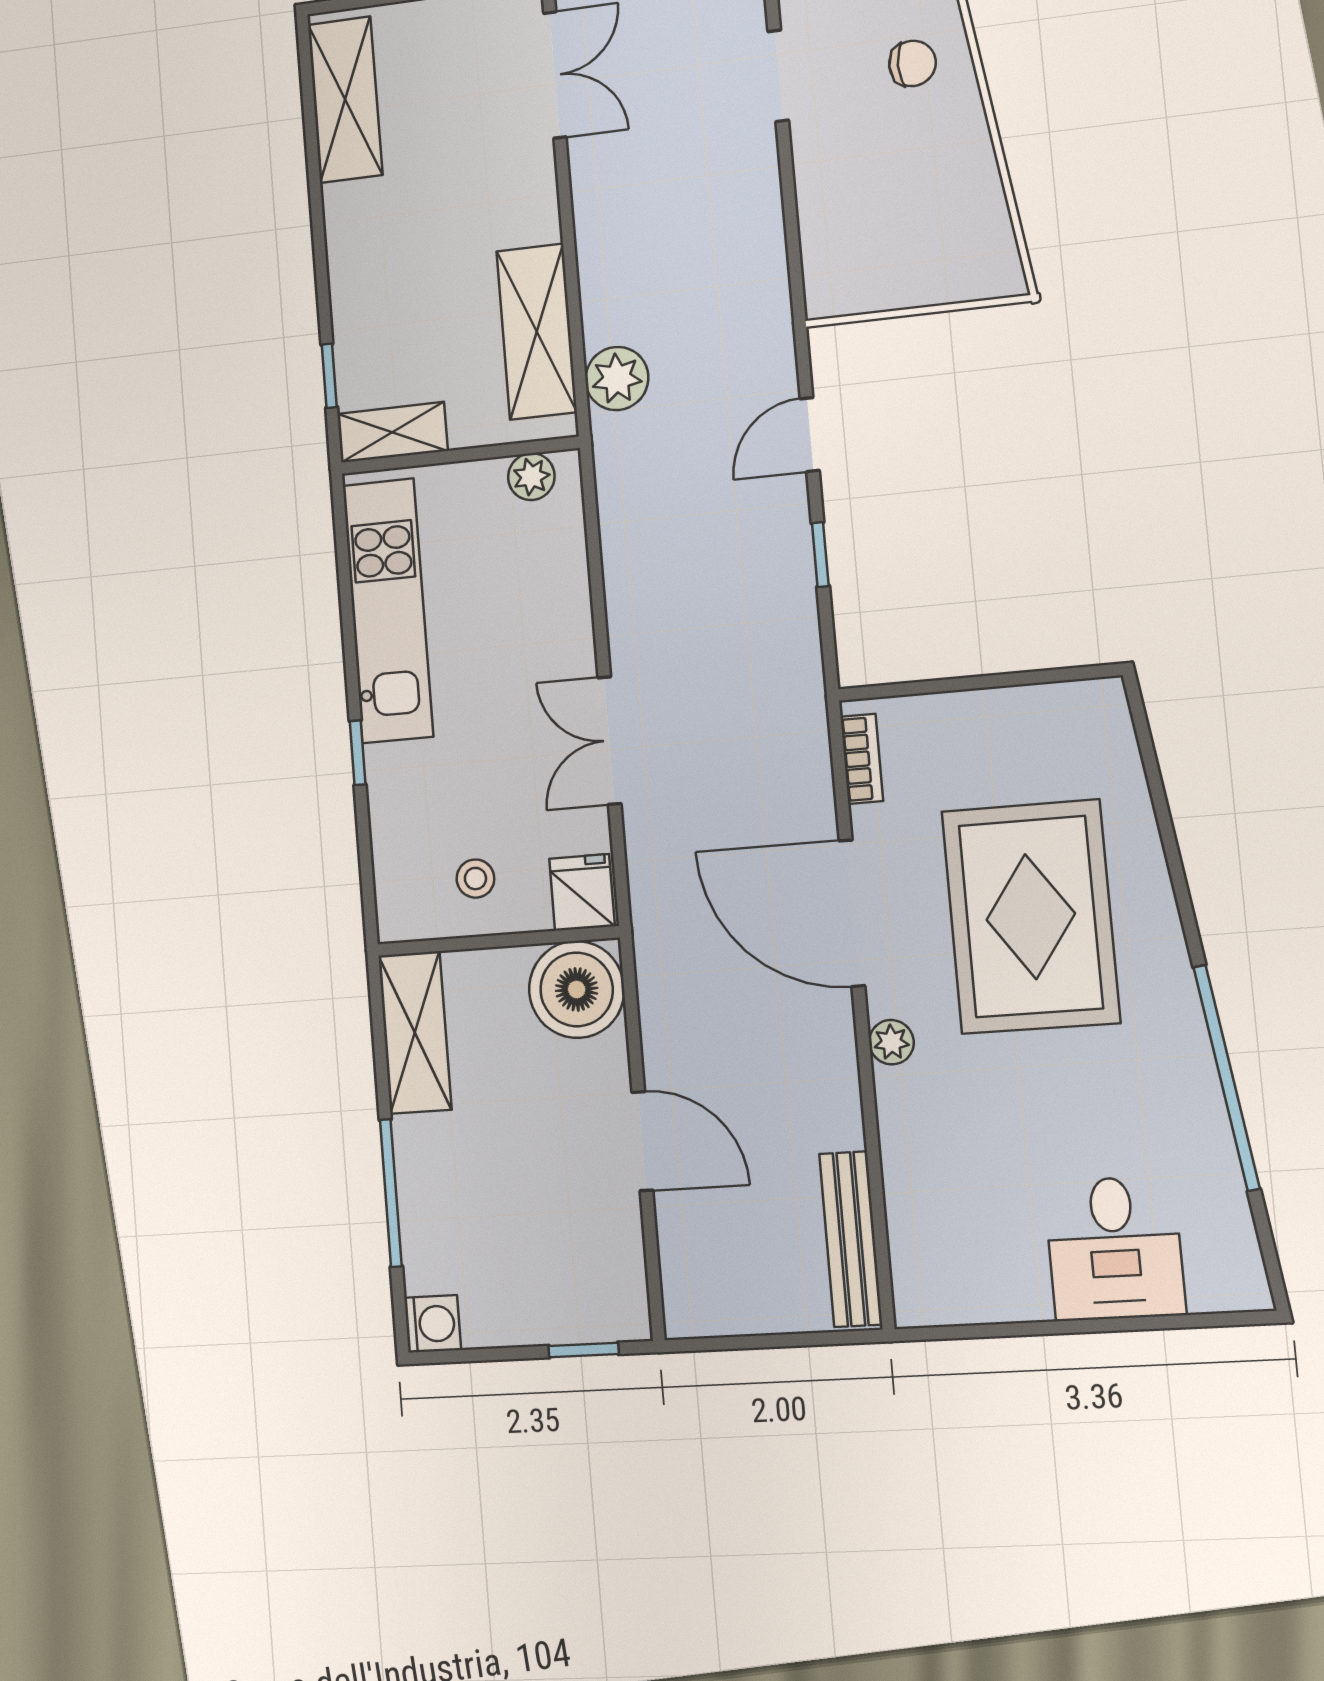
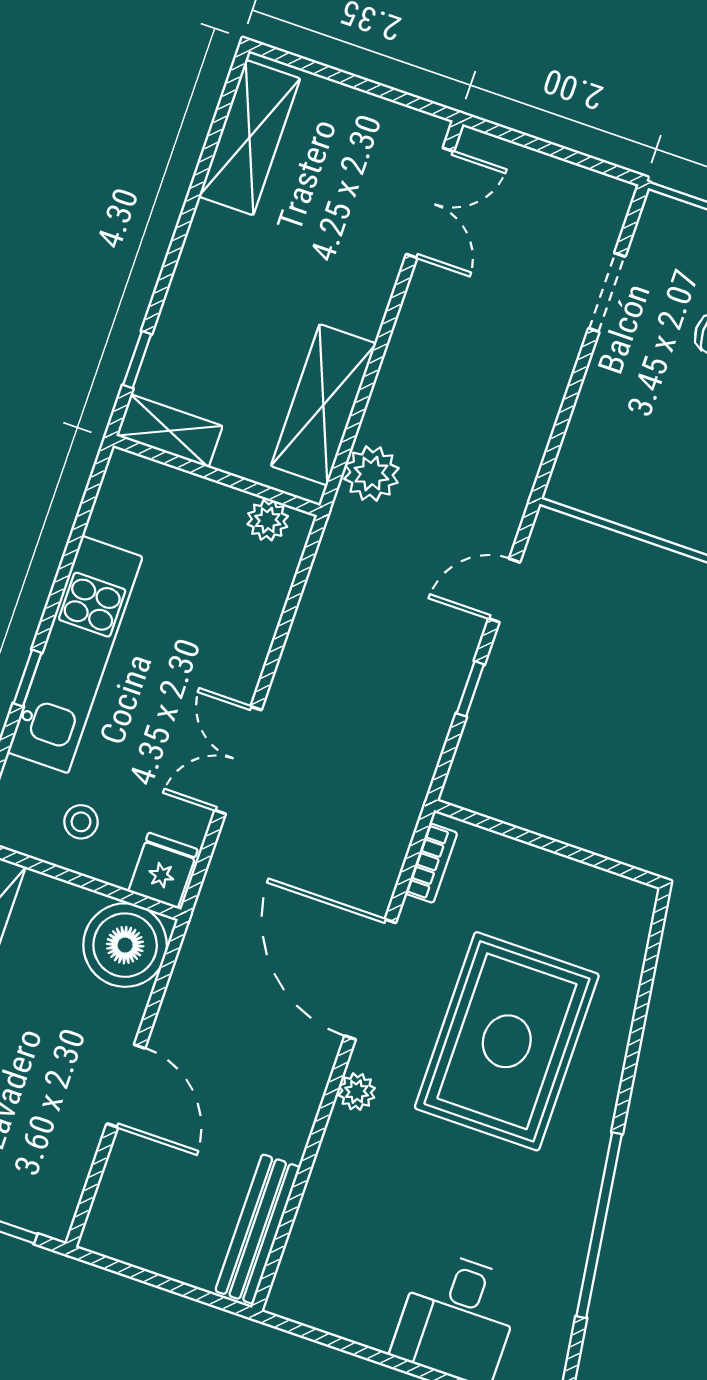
kitchen unit: (388, 611) -> (75, 655), moved

